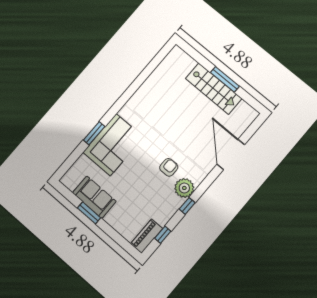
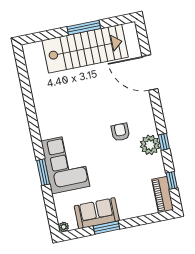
stairs: (214, 89) -> (85, 49), width x1.36, depth x1.51
plant: (65, 180) -> (64, 227), added
plant: (184, 188) -> (150, 145), moved

